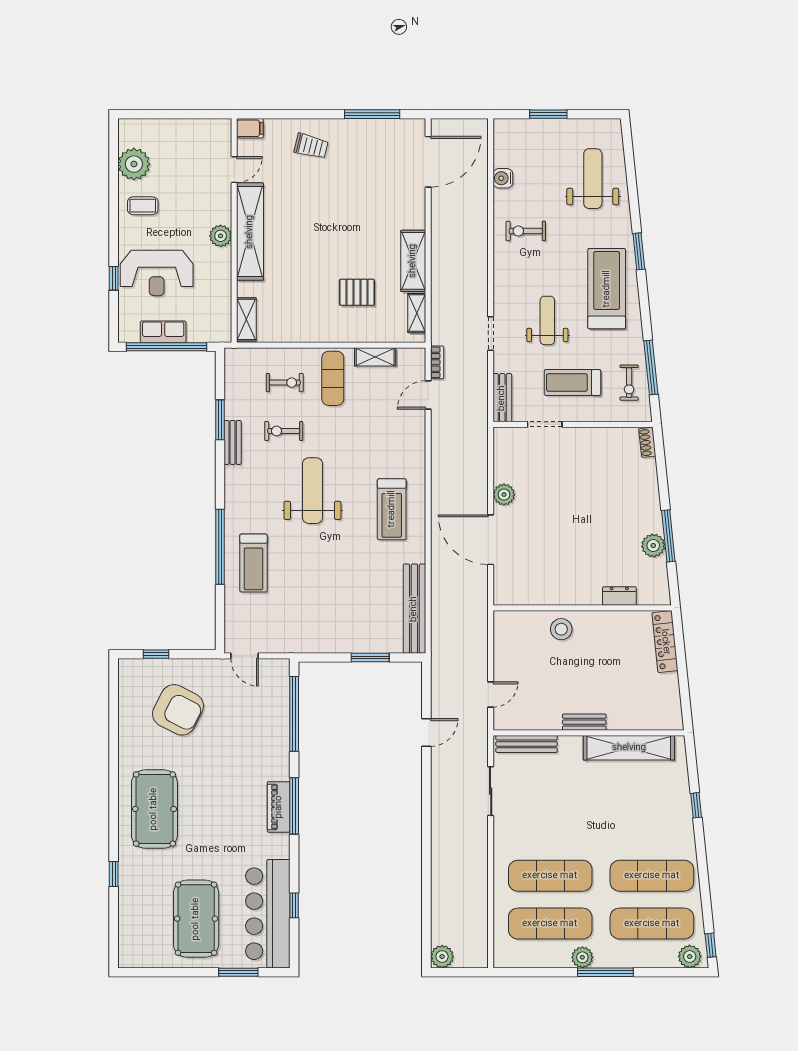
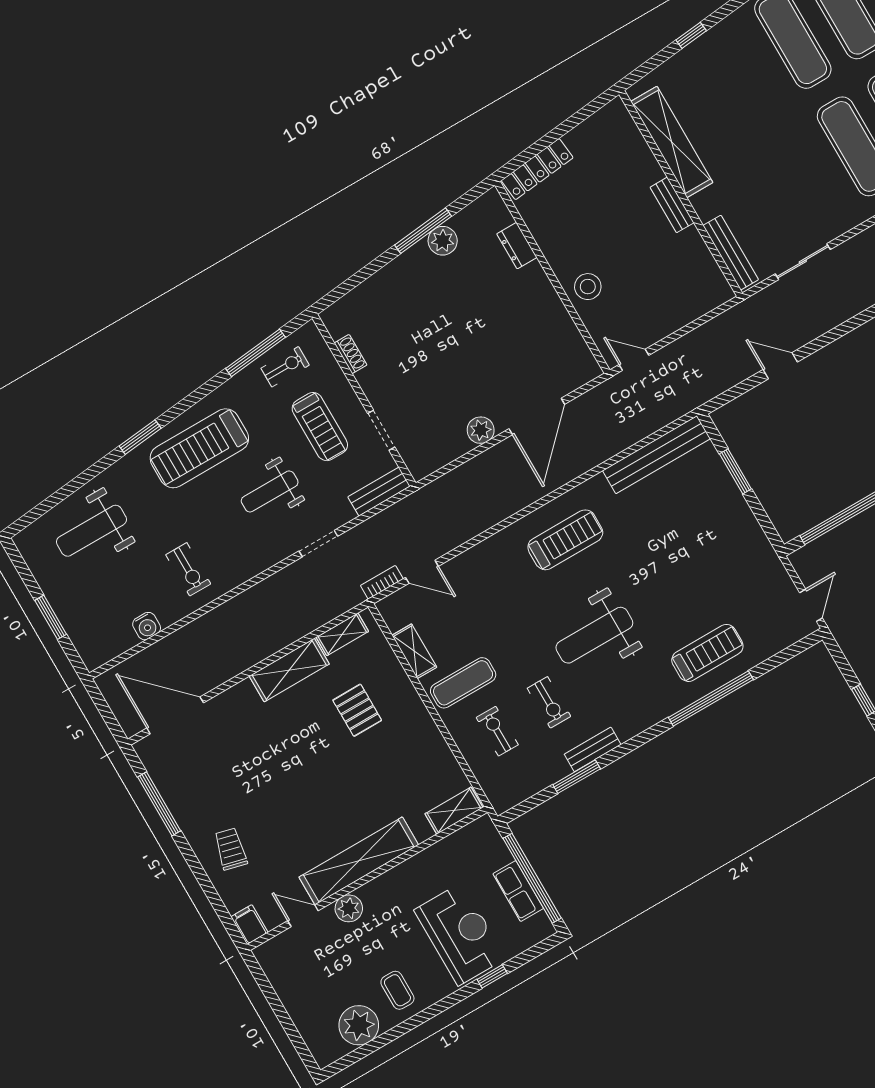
plant: (221, 236) -> (349, 908), moved
shoe rack: (647, 442) -> (351, 354), moved, turned -84
door: (491, 695) -> (634, 360), moved

